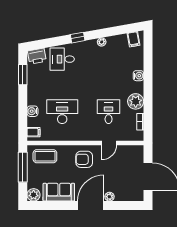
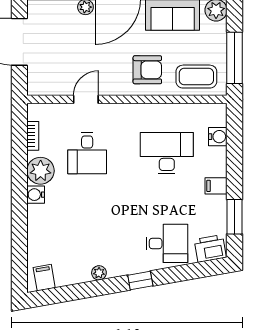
water cooler: (138, 76) -> (36, 195), moved
water cooler: (32, 111) -> (218, 137), moved
desk: (62, 112) -> (167, 153), turned 180
filing cabinet: (33, 132) -> (216, 186), moved
armchair: (84, 159) -> (147, 70), moved

